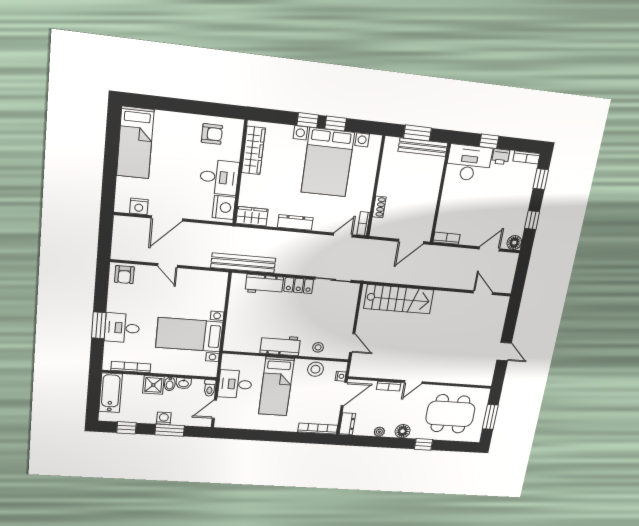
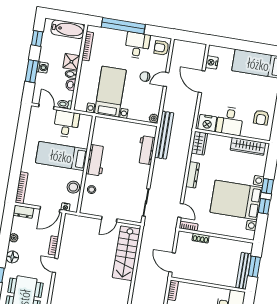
plant: (222, 278) -> (154, 118), added
locker: (299, 286) -> (143, 176), removed
chair: (166, 293) -> (145, 77), added
window: (99, 325) -> (123, 26), width x2.11
desk: (122, 328) -> (137, 45), moved
door: (352, 343) -> (109, 219), moved
door: (344, 394) -> (50, 209), hinge flipped

